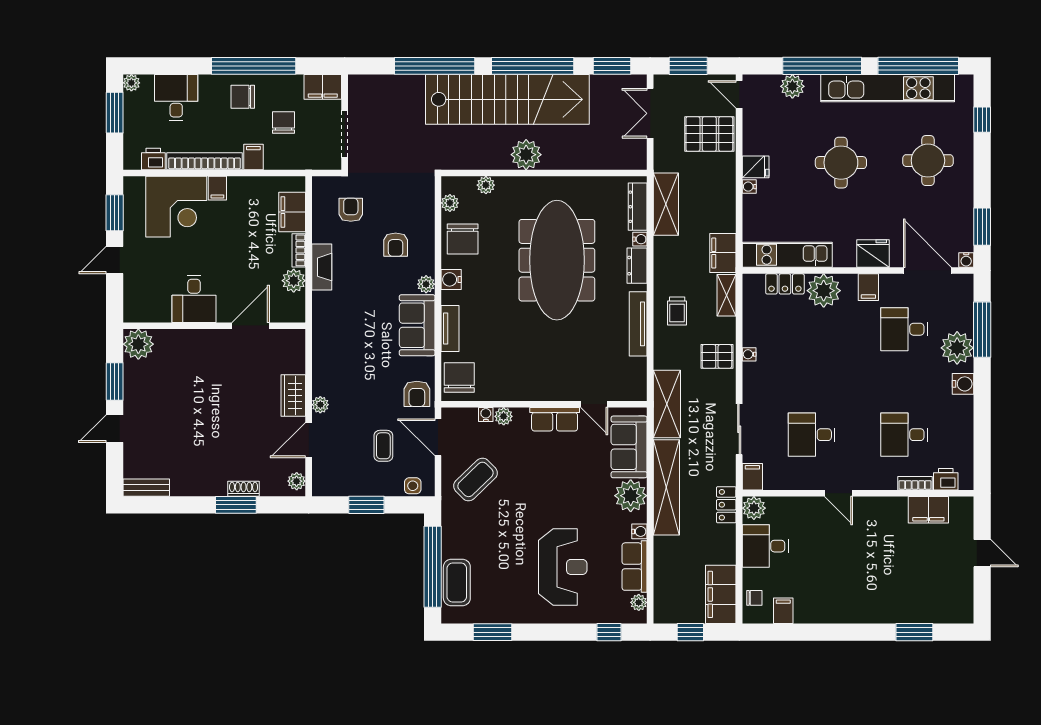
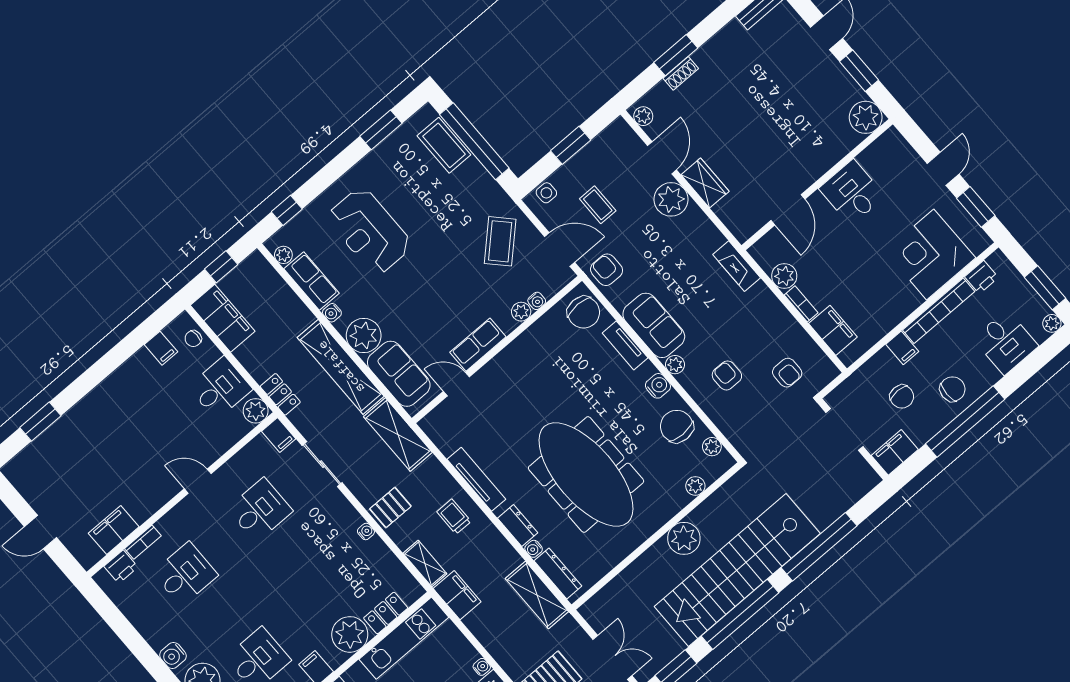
filing cabinet: (217, 188) -> (910, 298), removed
fireplace: (322, 267) -> (737, 266), moved
plant: (320, 405) -> (671, 199), width x1.88, depth x1.88

